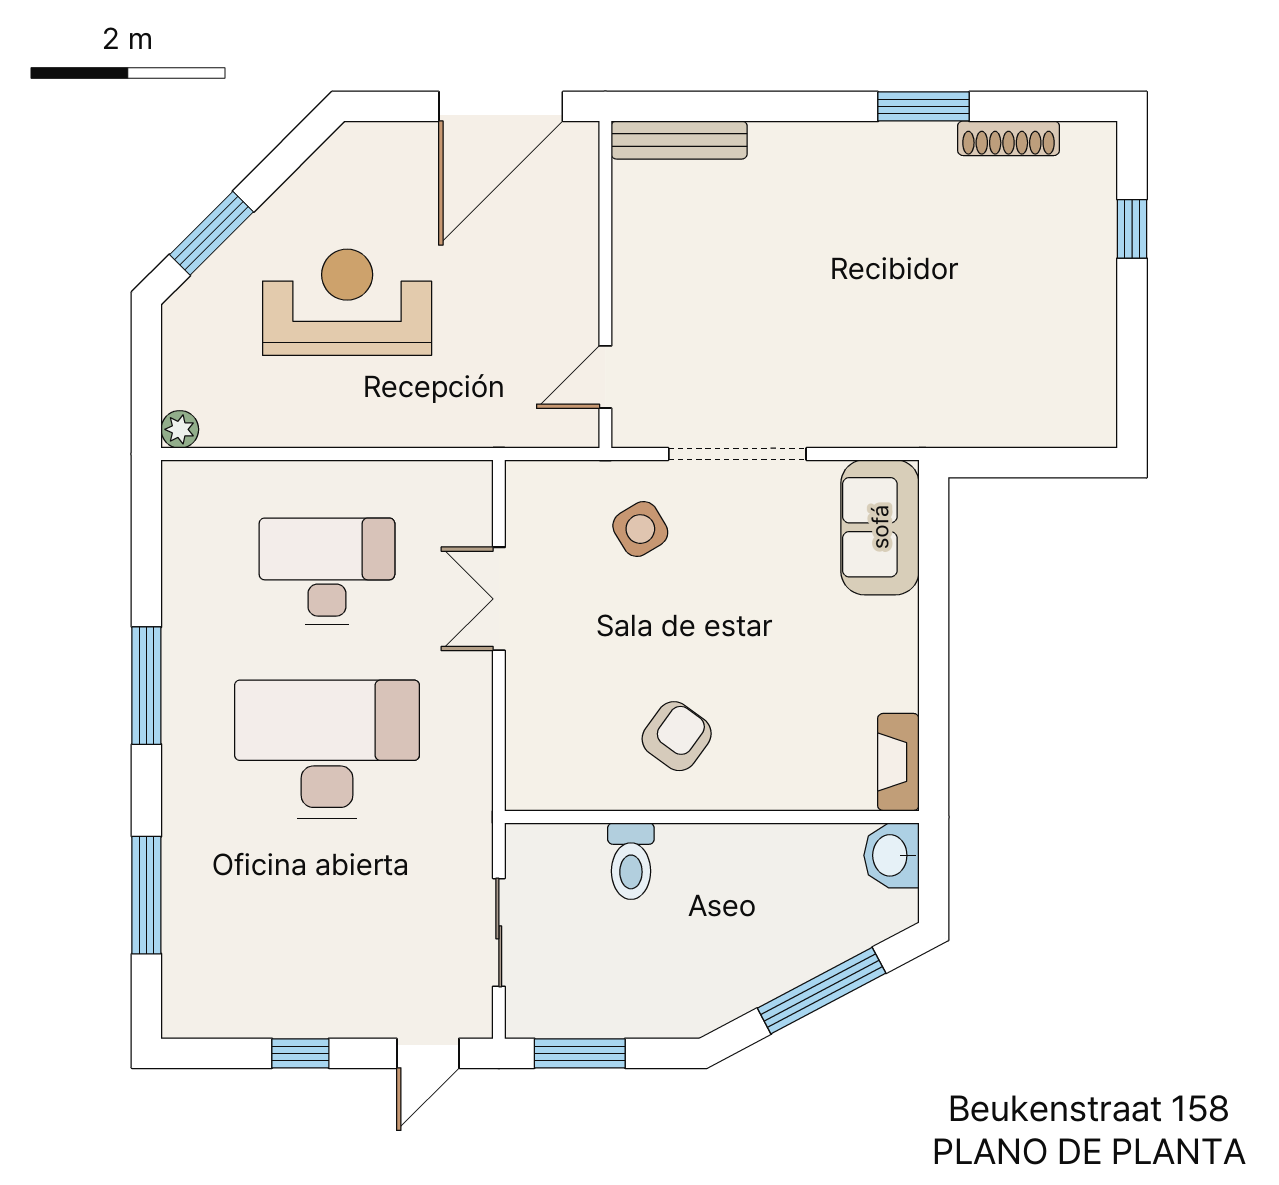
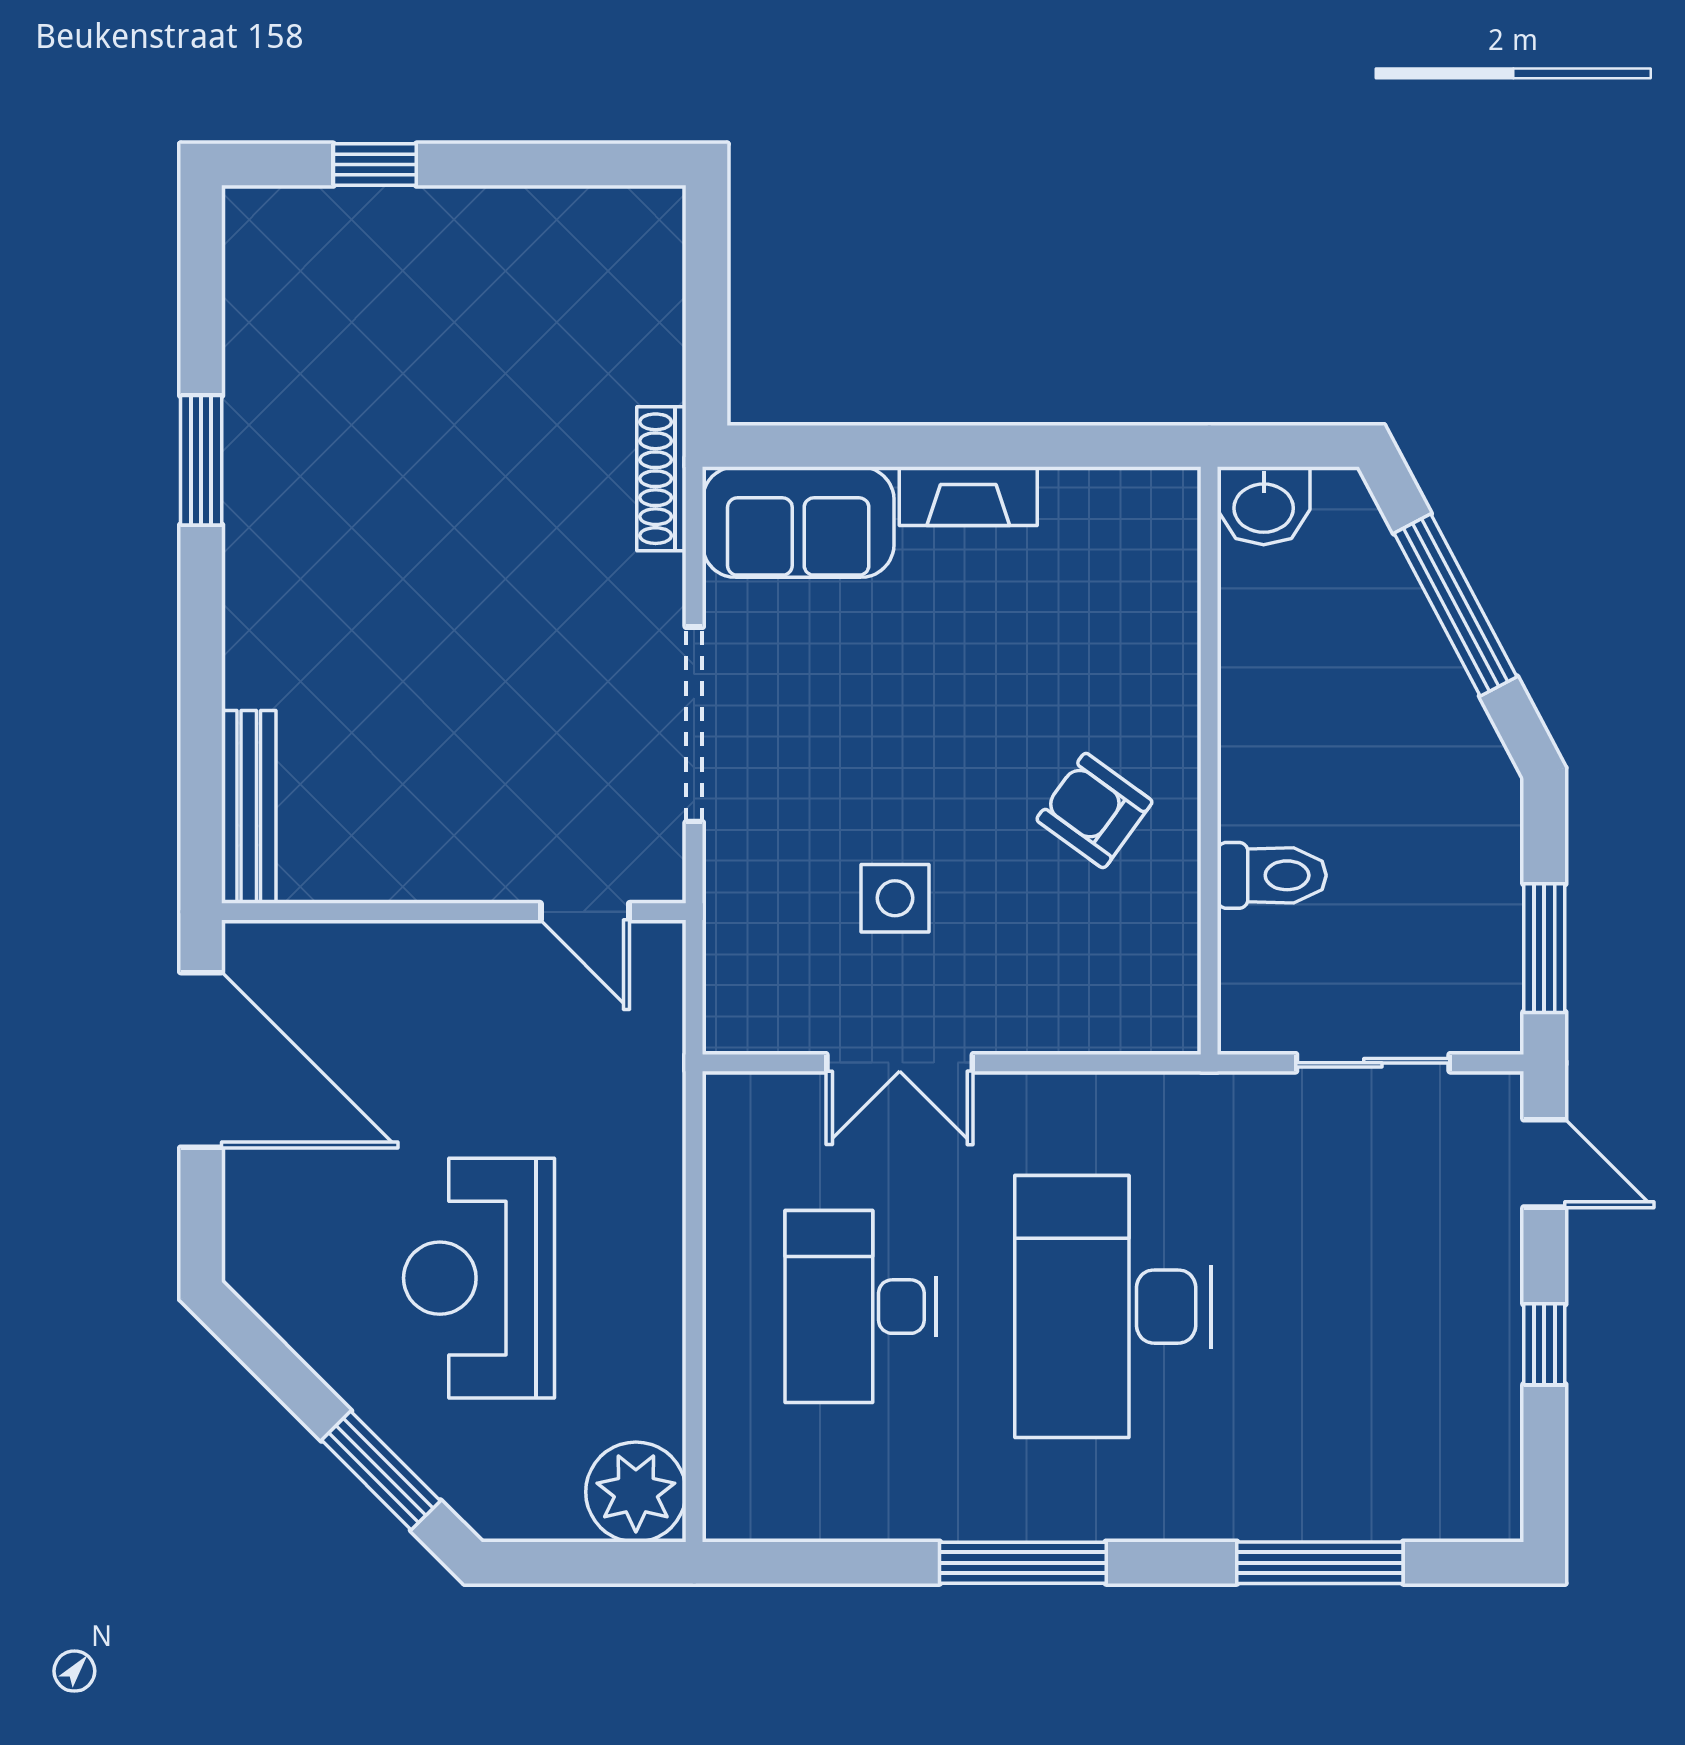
shoe rack: (1009, 138) -> (661, 479), moved, turned 180
plant: (180, 429) -> (636, 1492), width x1.87, depth x1.87
side table: (640, 529) -> (895, 898), moved, turned 31
fireplace: (898, 762) -> (968, 496), moved

